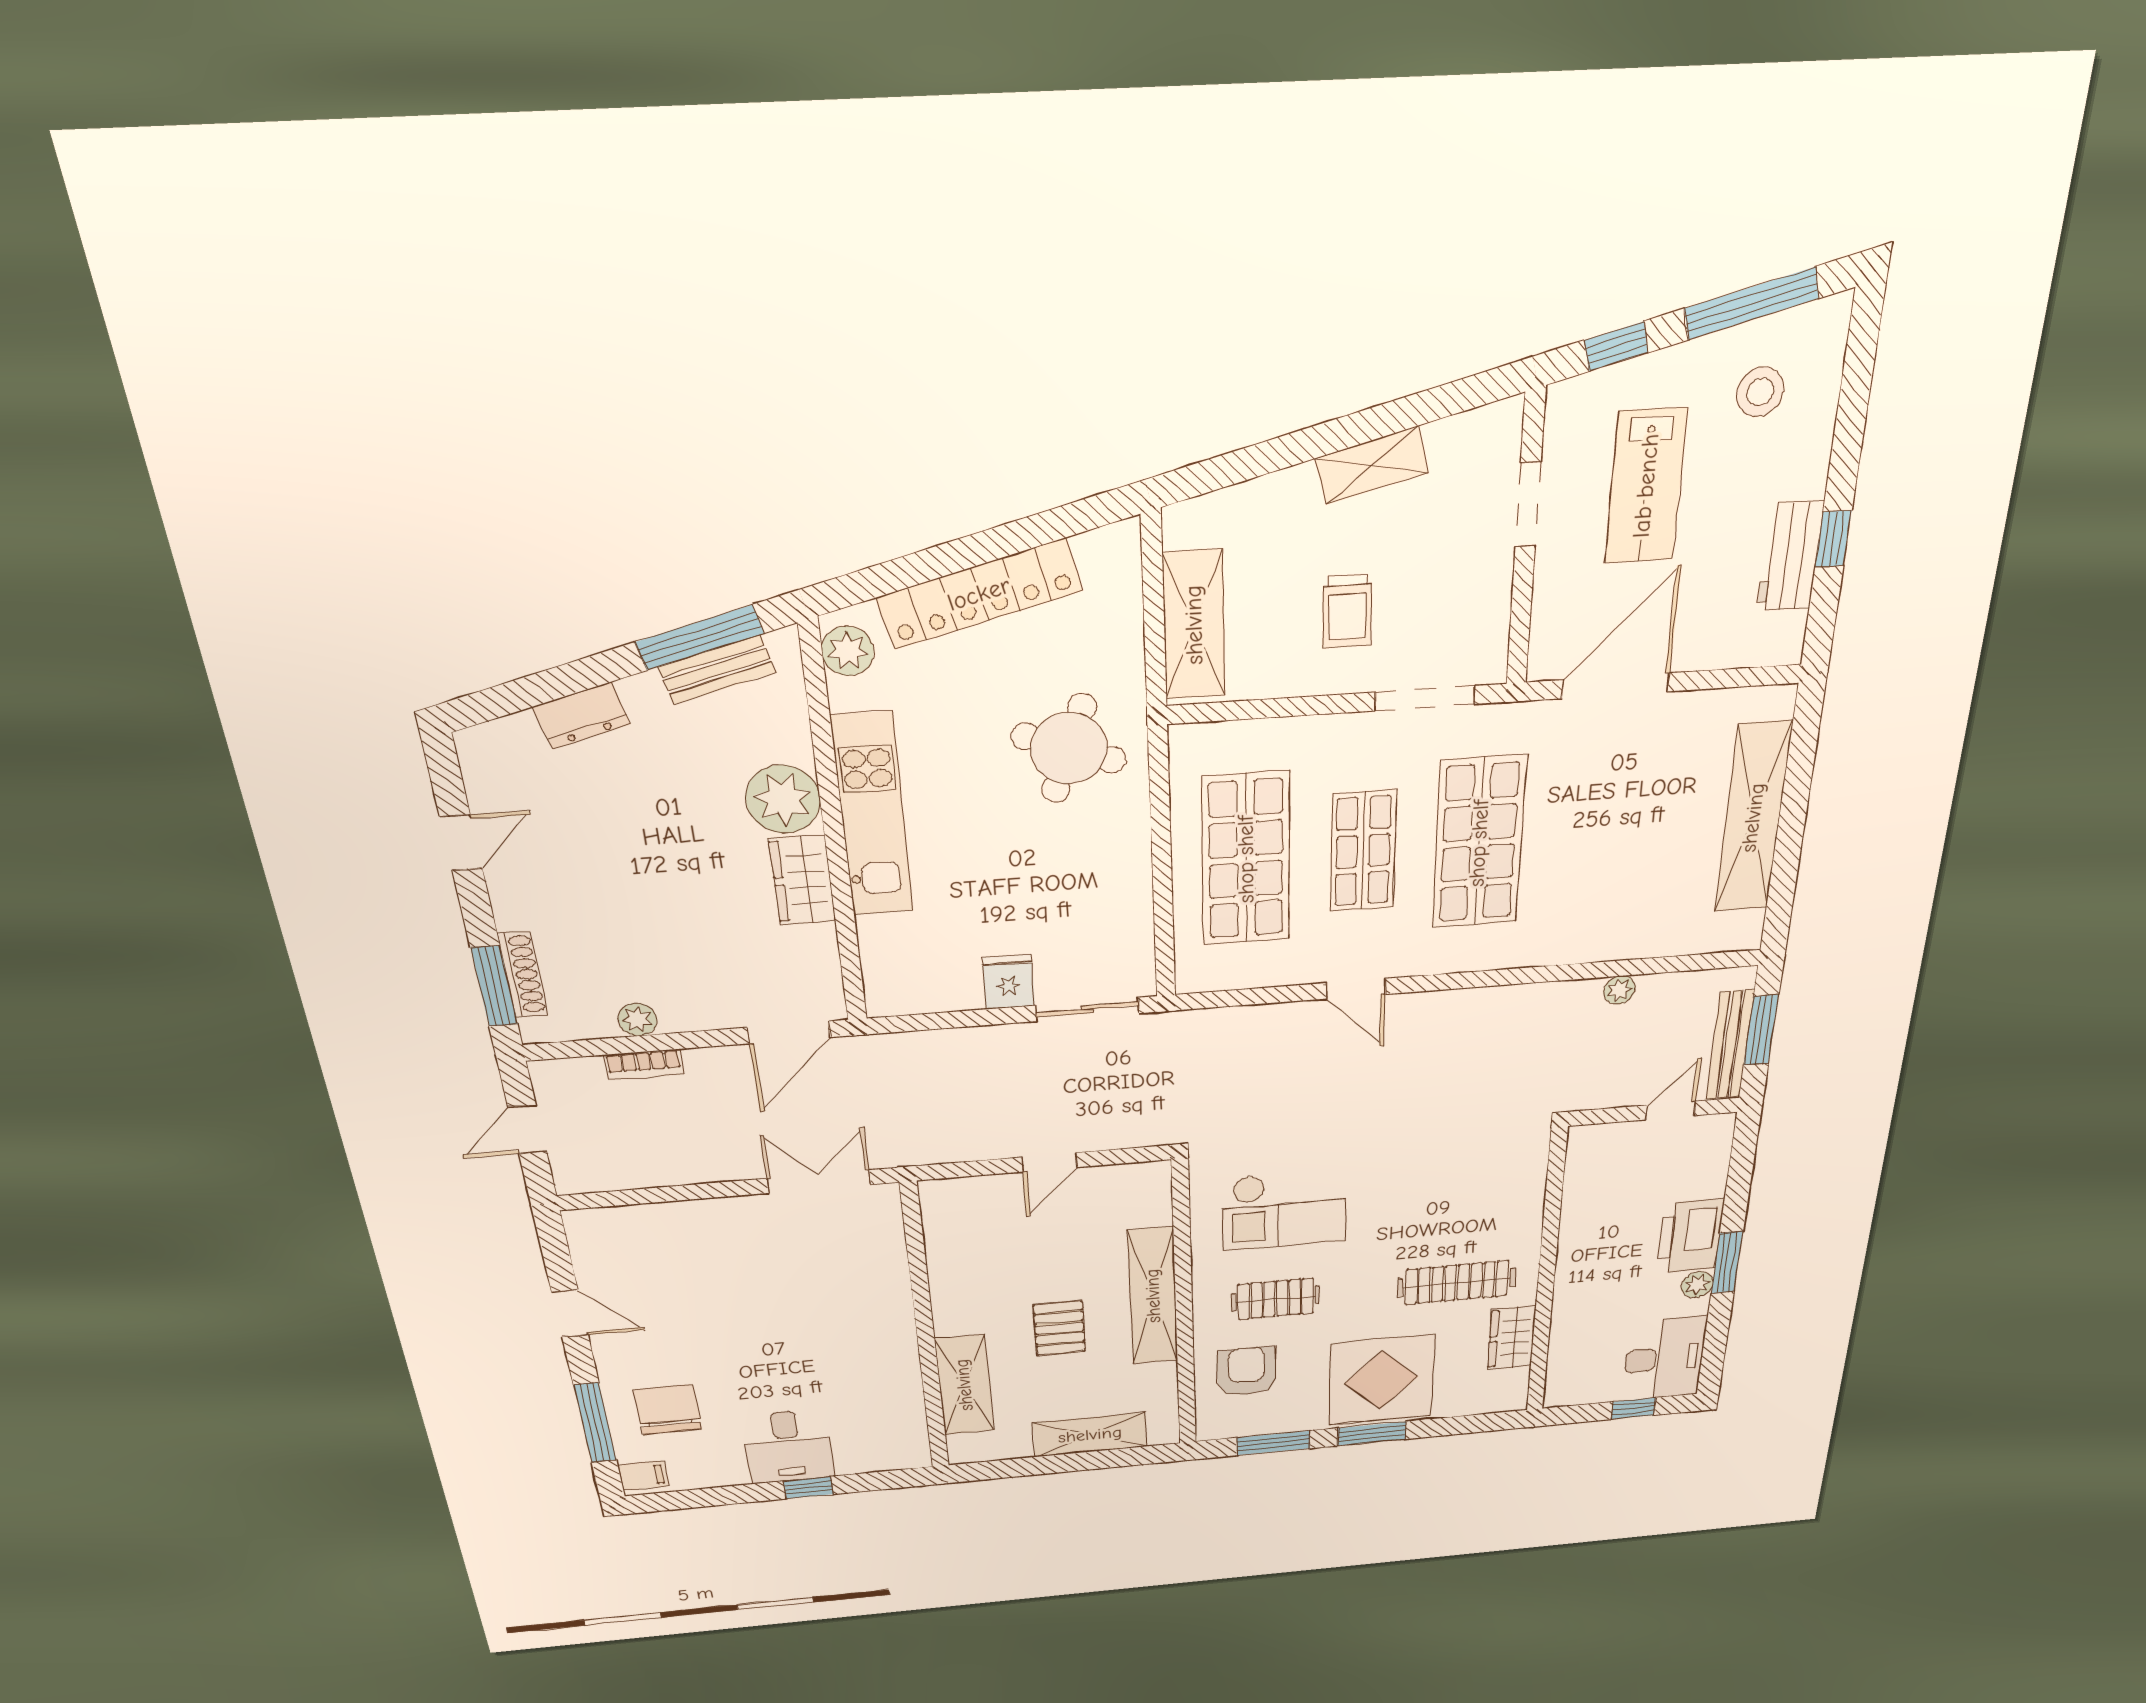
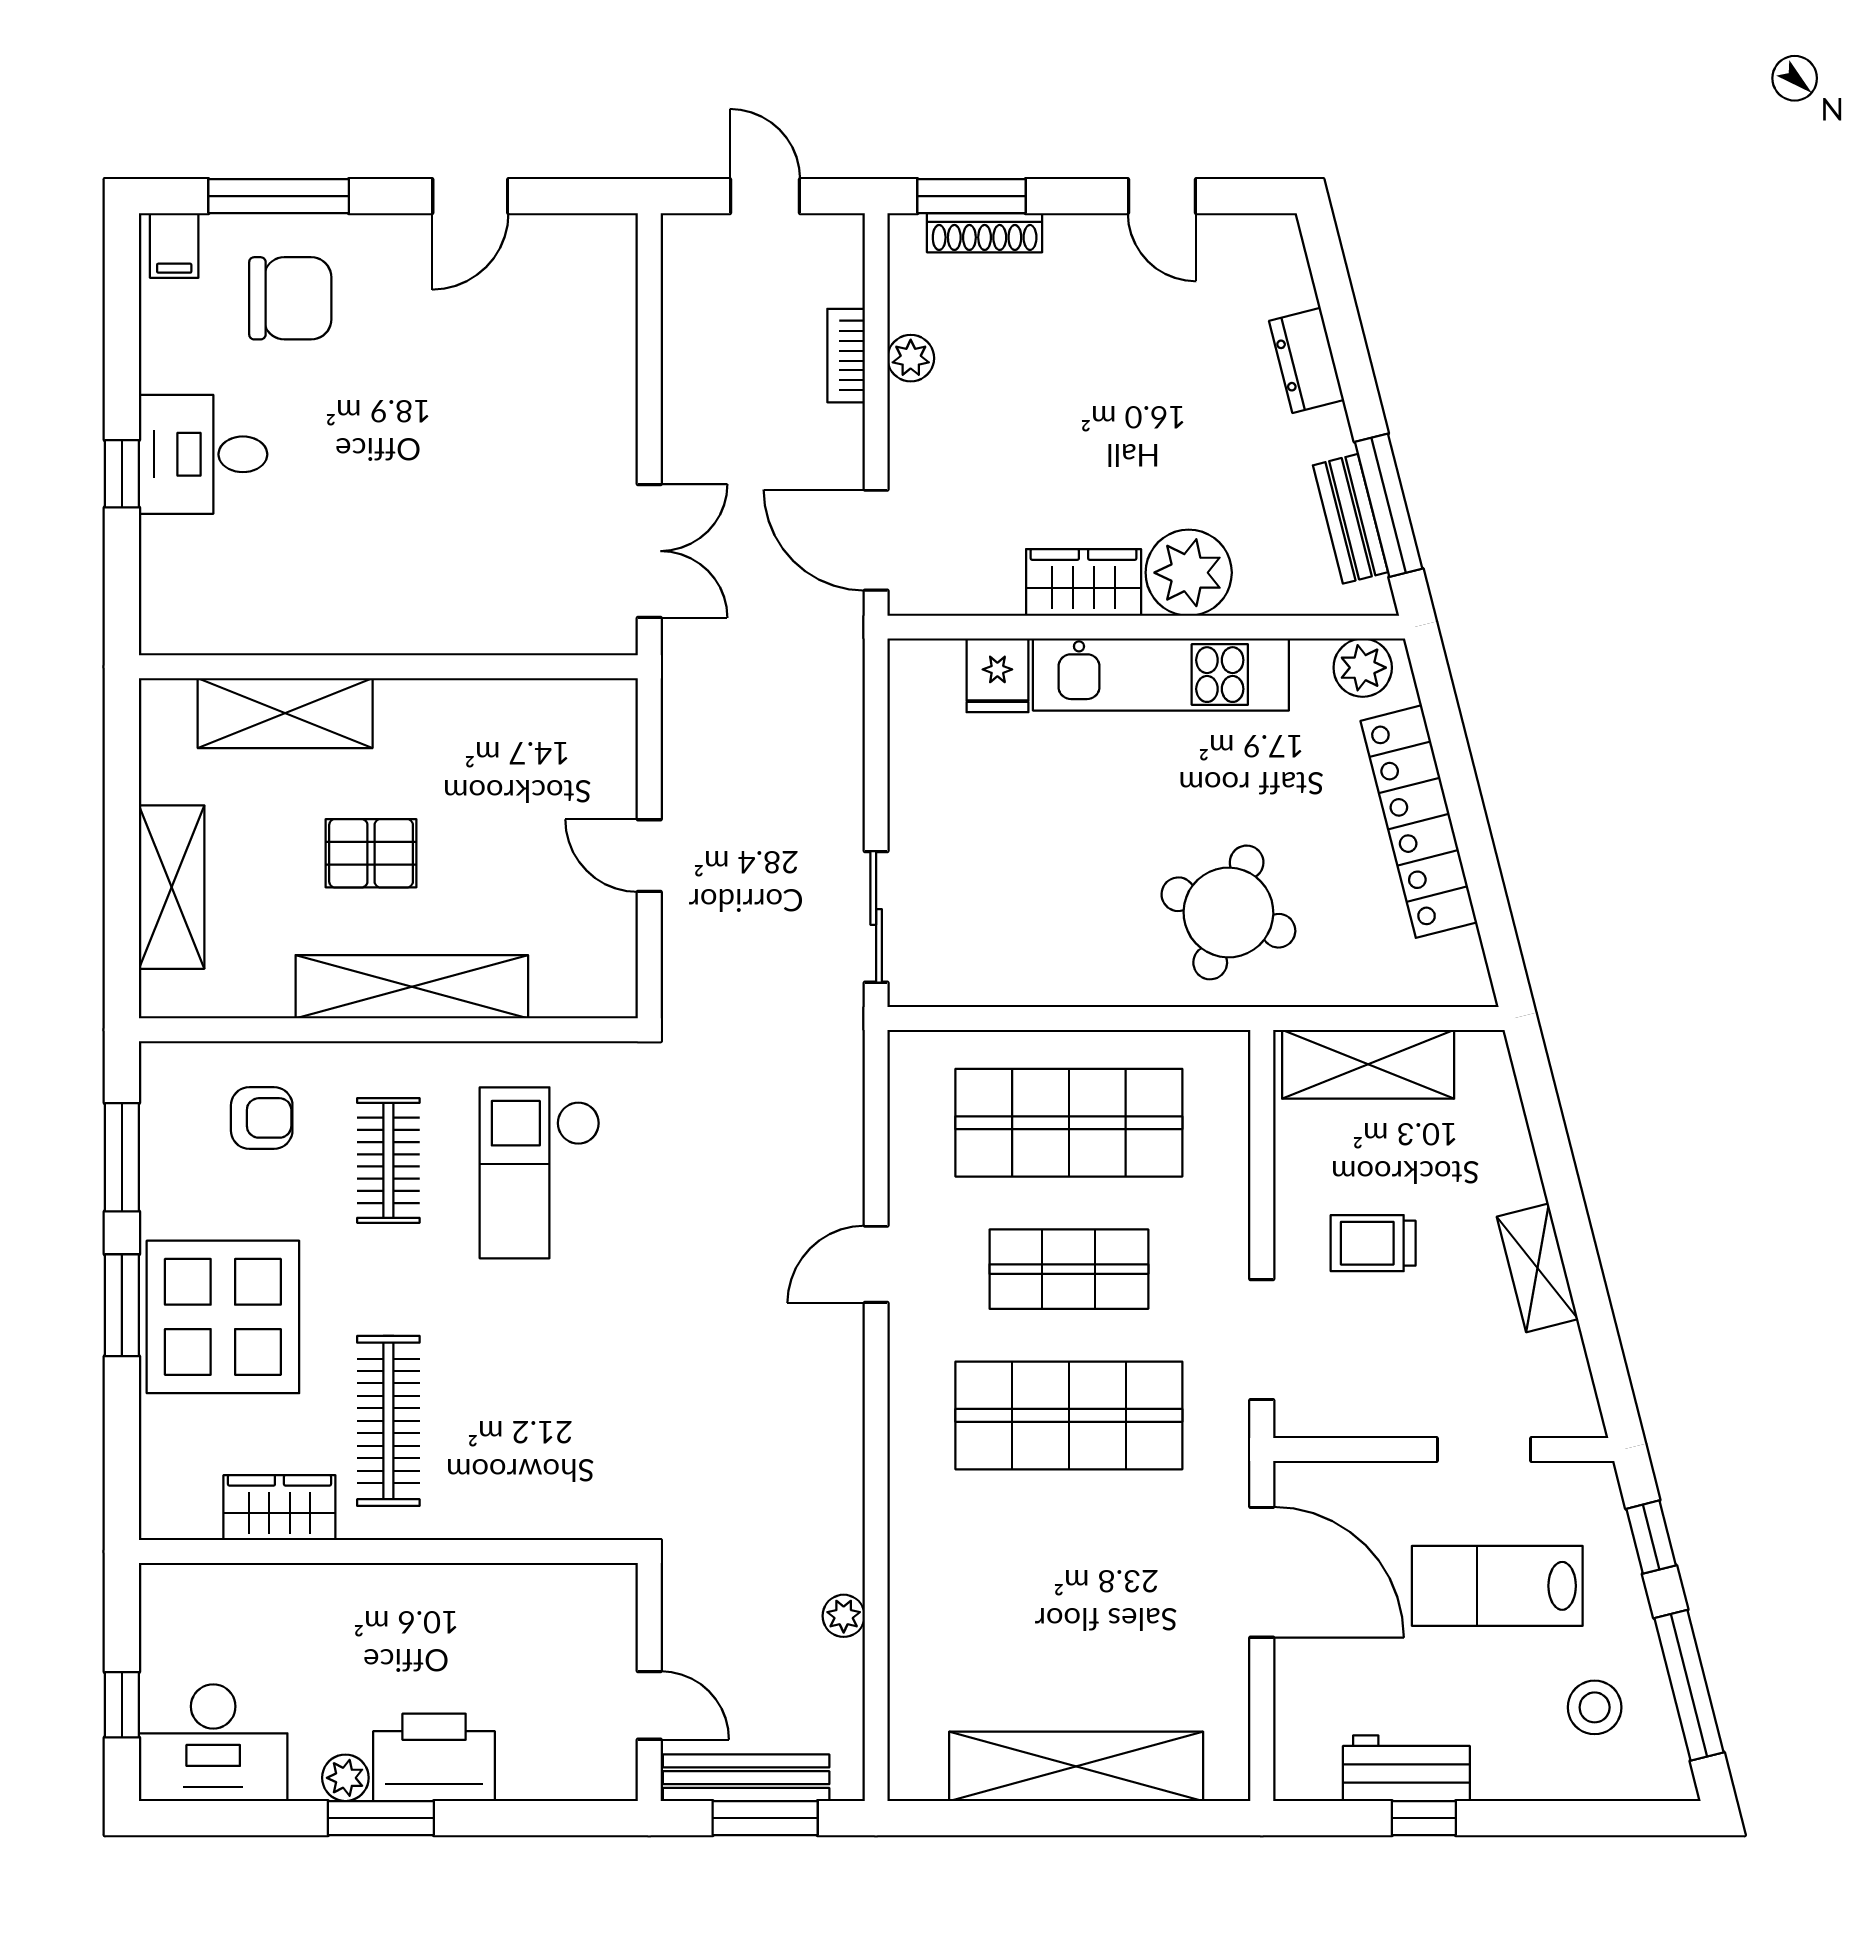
fridge: (1008, 982) -> (997, 675), moved, turned 90
armchair: (1247, 1372) -> (262, 1118), width x0.72, depth x0.72

